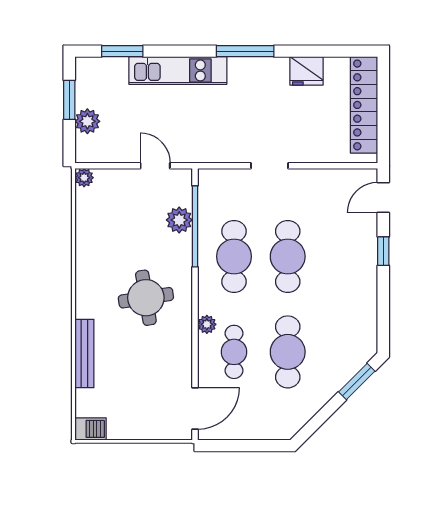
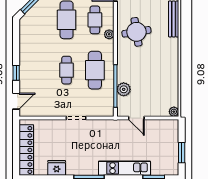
plant: (87, 121) -> (172, 141), removed
cafe table: (288, 256) -> (67, 70), width x0.73, depth x0.74
round table: (146, 298) -> (136, 32), moved

